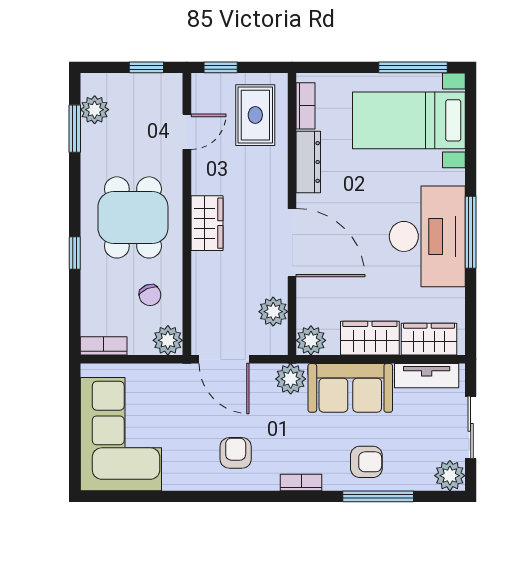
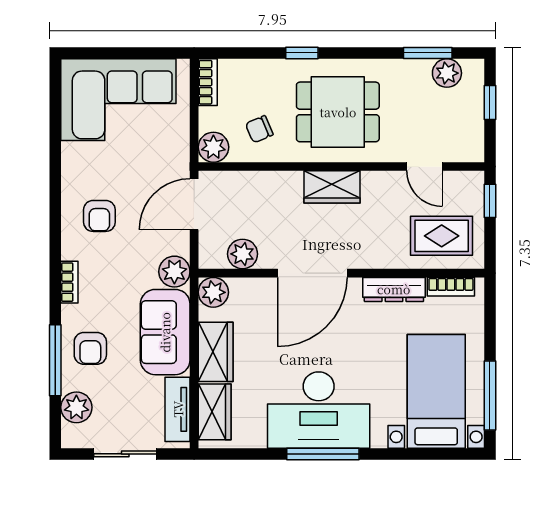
window: (146, 67) -> (490, 103), moved
armchair: (236, 453) -> (99, 216), turned 90
plant: (450, 476) -> (76, 407), moved

